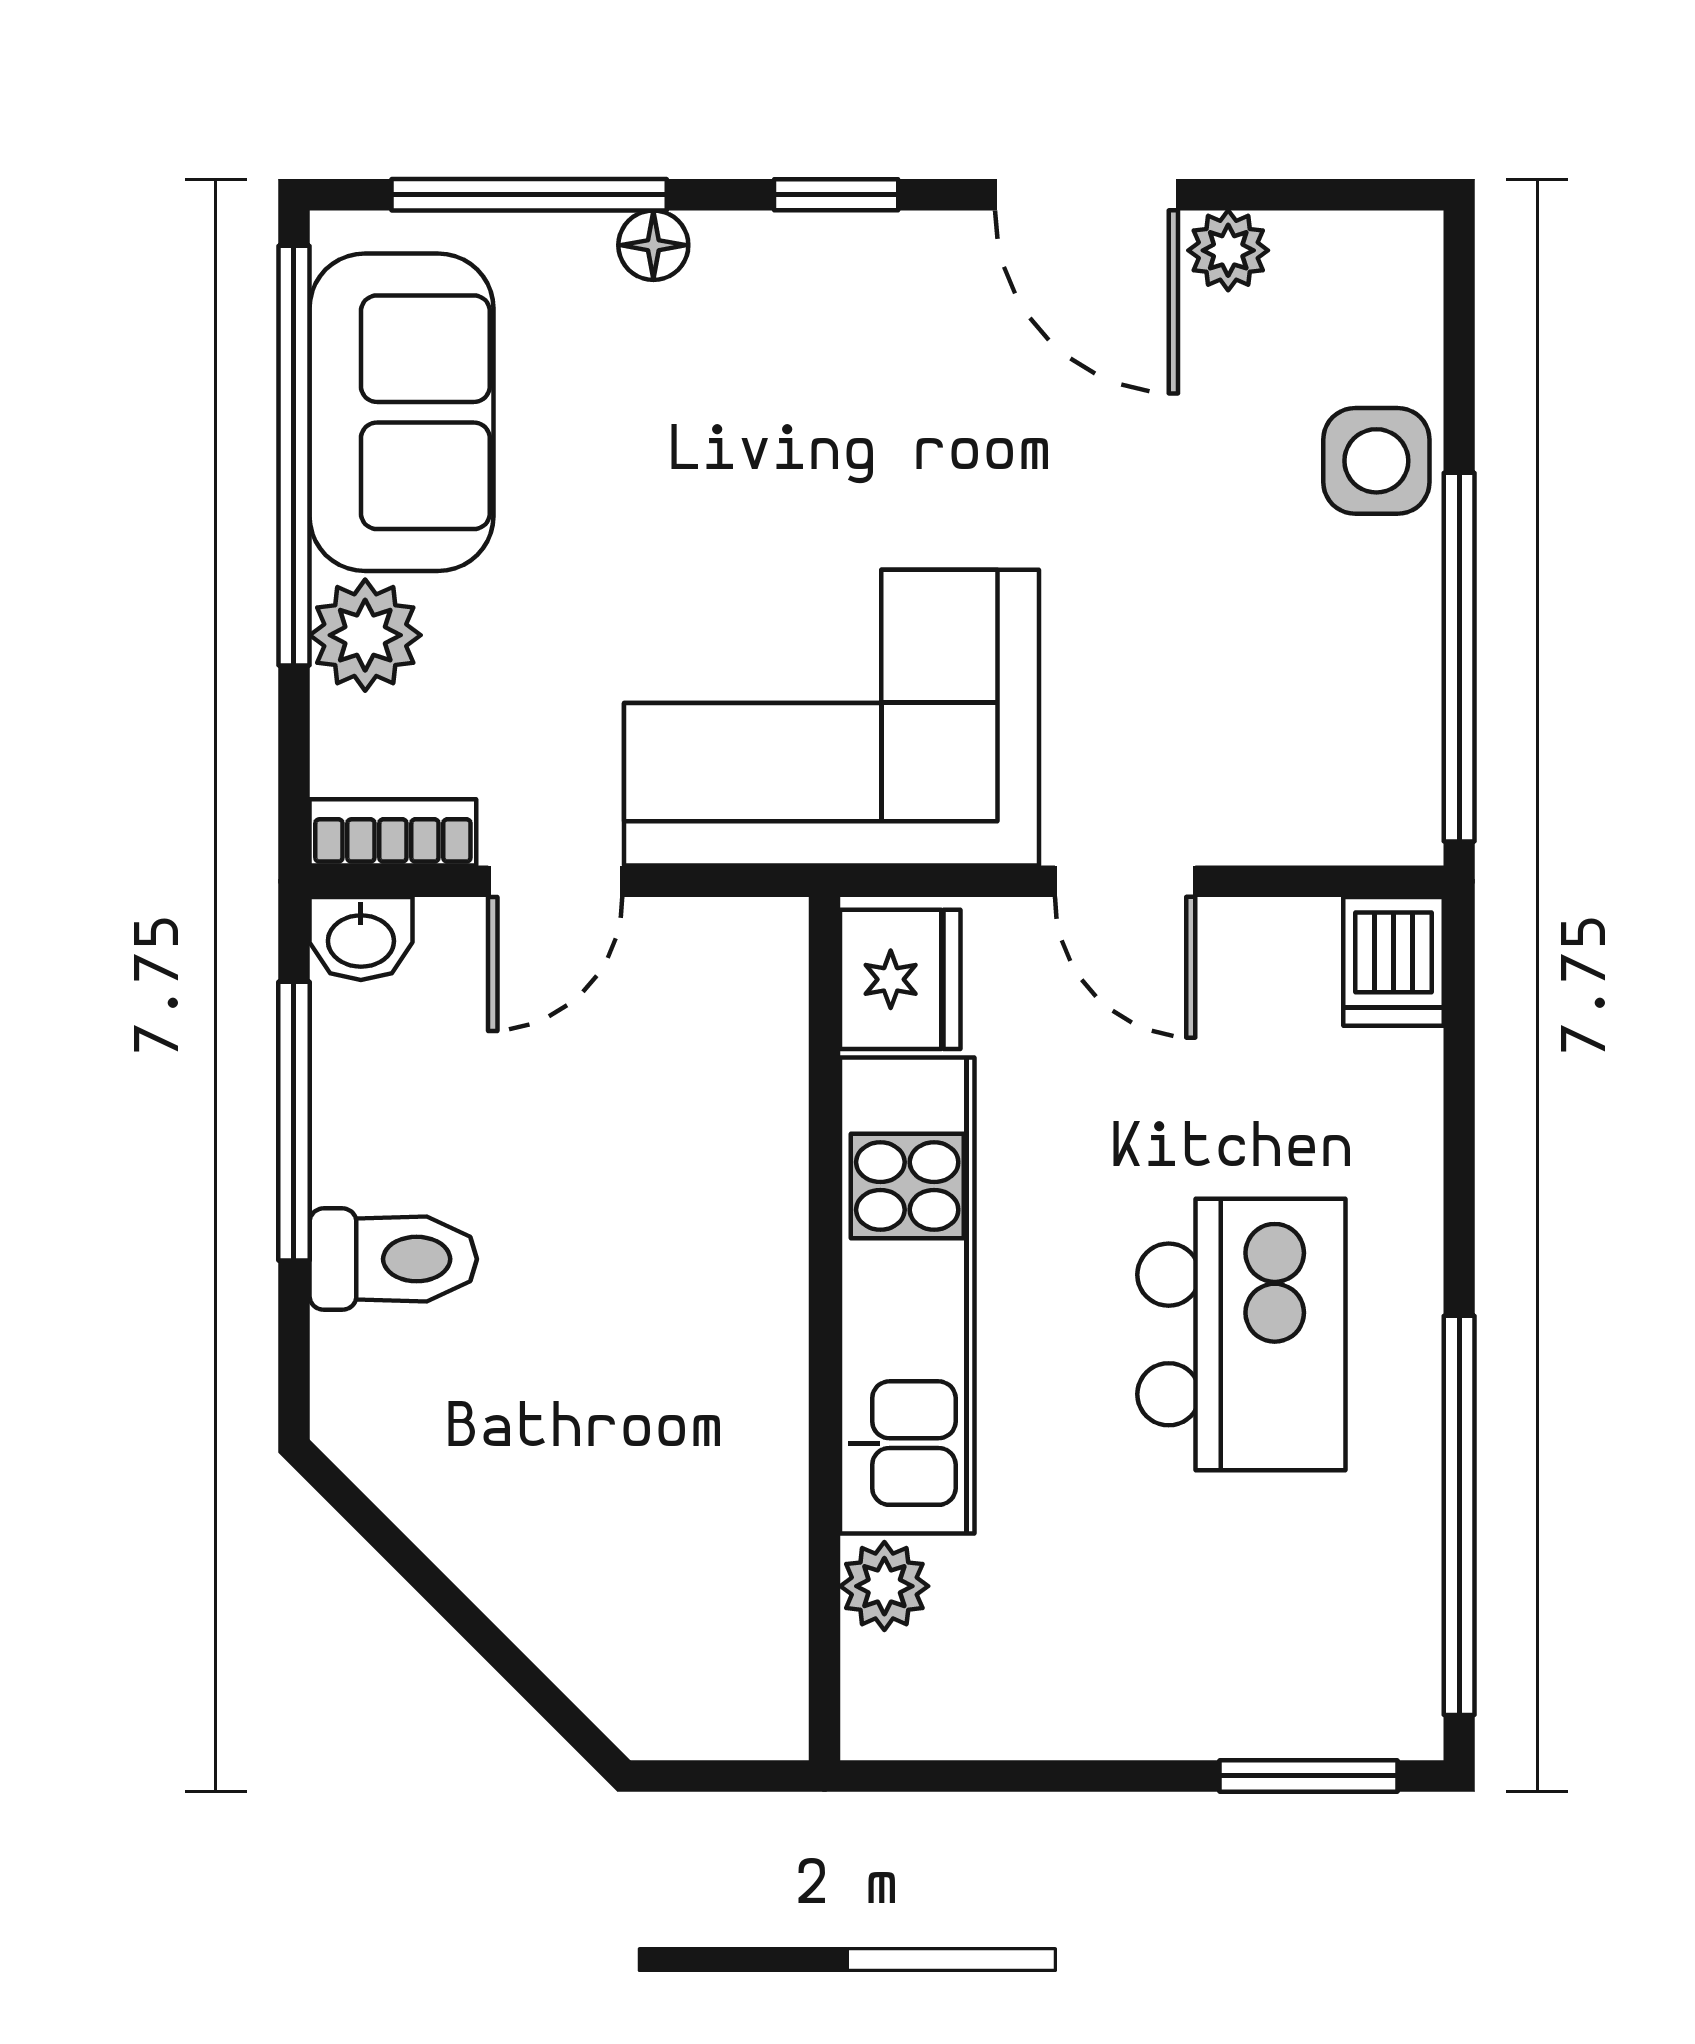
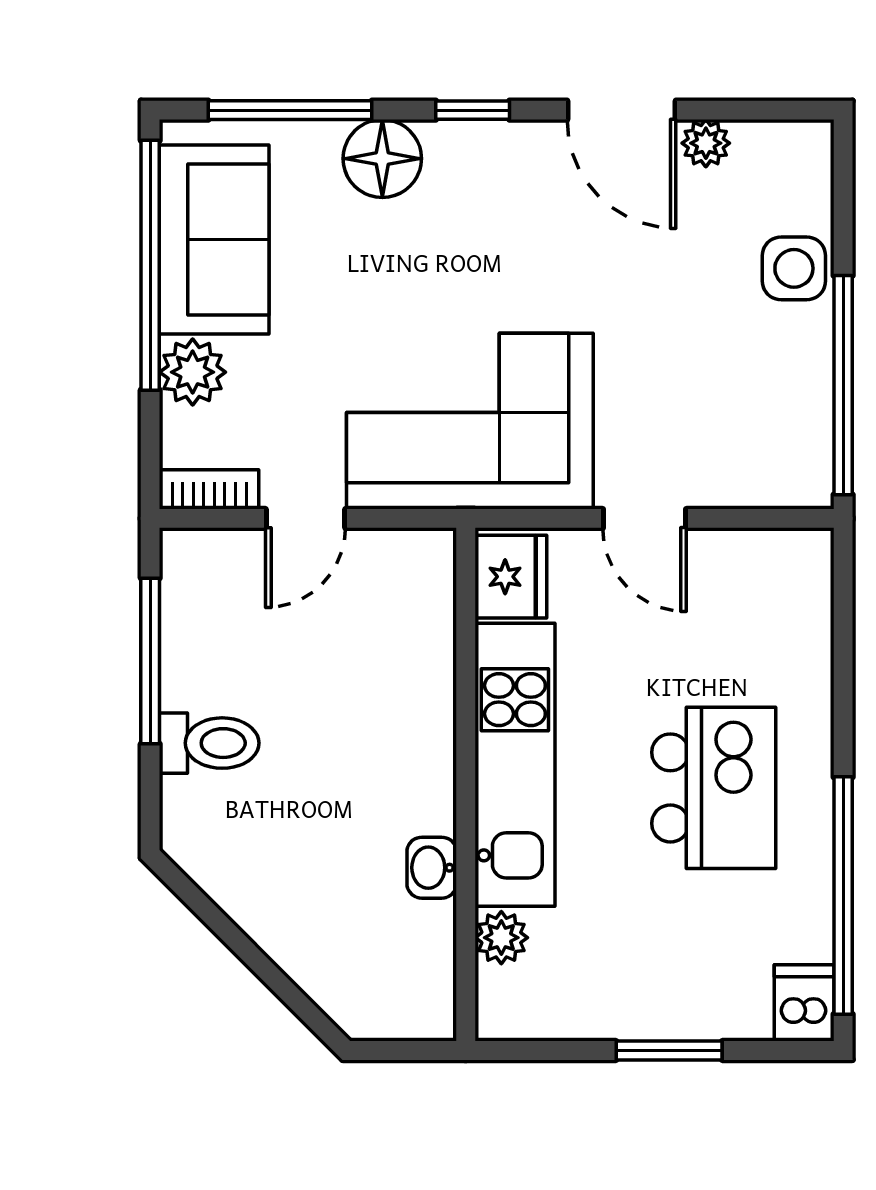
floor lamp: (653, 245) -> (382, 159), width x1.89, depth x1.89
washbasin: (361, 938) -> (432, 868), moved, turned 90
dishwasher: (1393, 961) -> (804, 1003), moved, turned 180
window: (1309, 1776) -> (669, 1051), moved

